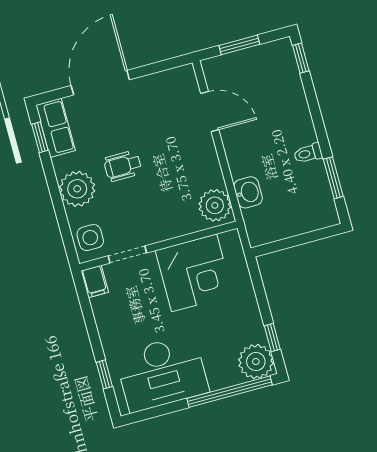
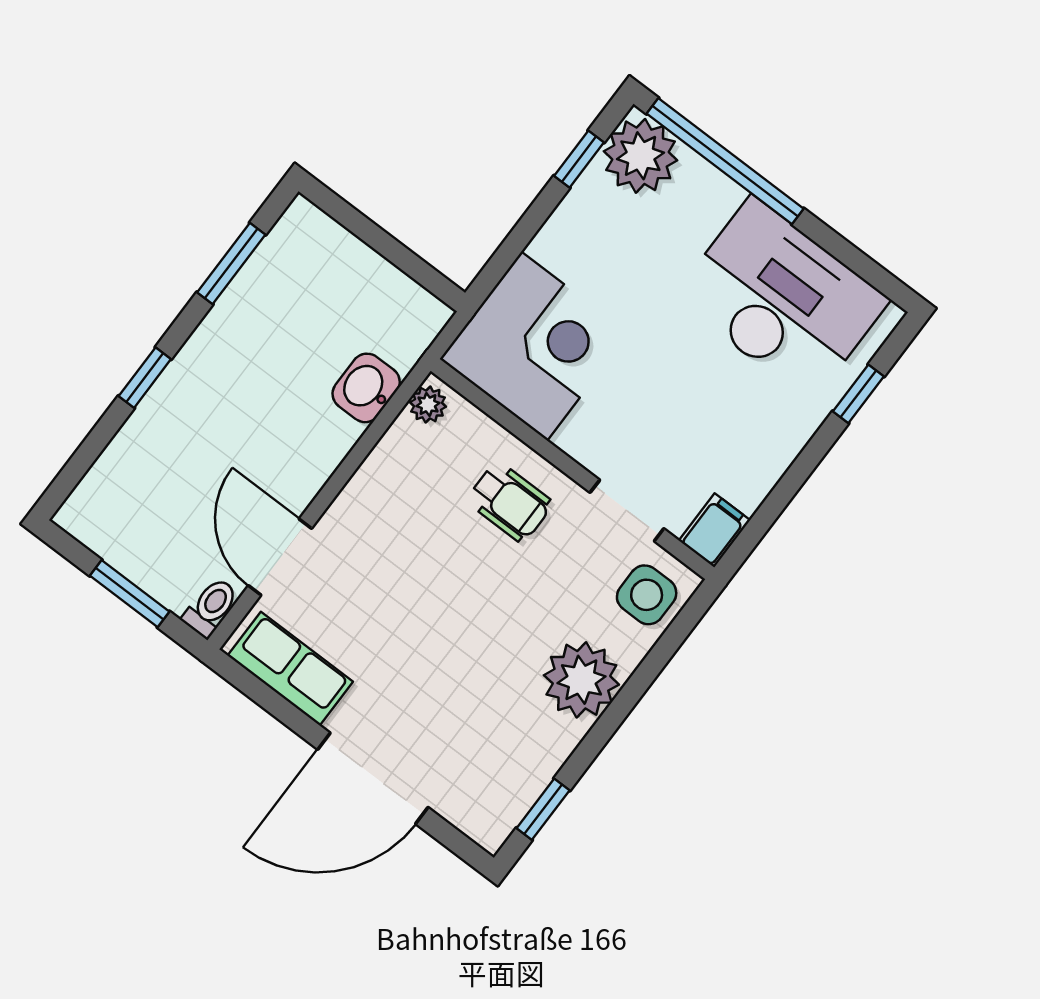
window: (301, 58) -> (145, 378), moved
row of seats: (56, 128) -> (290, 669), moved, turned 90
toilet: (308, 153) -> (211, 607), moved, turned -90
wheelchair: (123, 166) -> (510, 502), moved
plant: (215, 205) -> (428, 404), width x0.53, depth x0.53
corner desk: (194, 273) -> (534, 346), moved, turned 90

